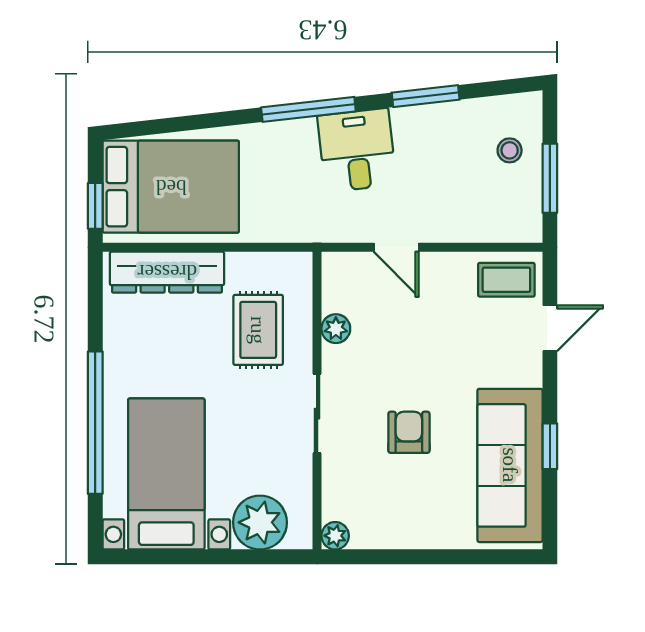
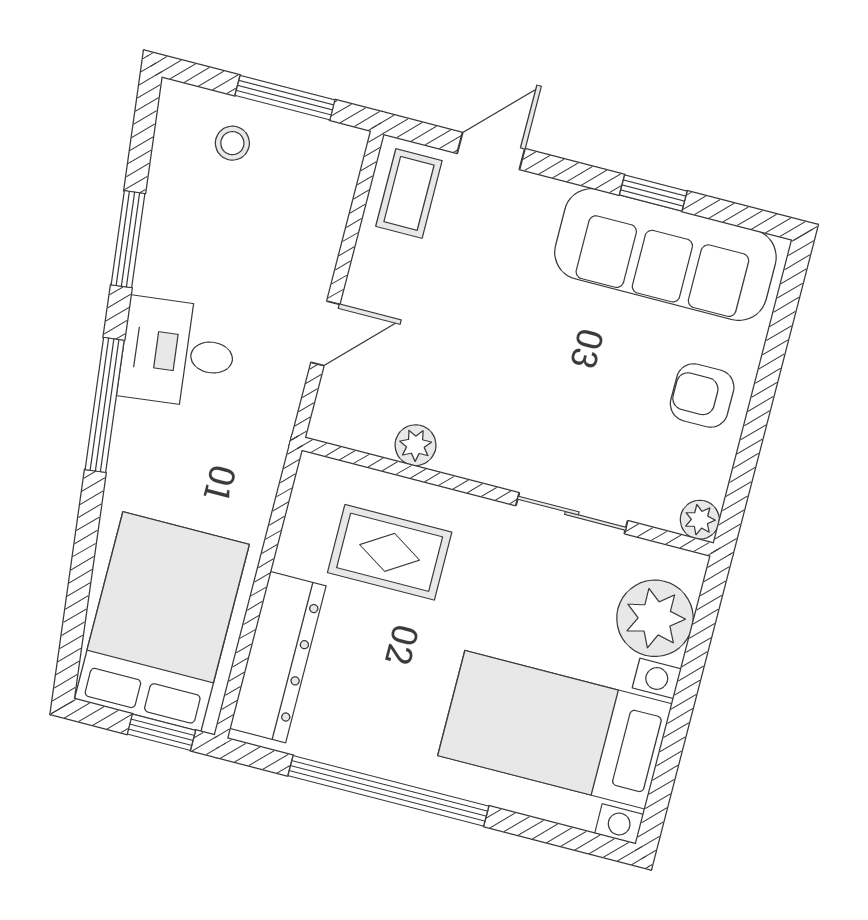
door: (550, 328) -> (491, 151), hinge flipped
sliding door: (317, 414) -> (572, 513), moved
window: (95, 423) -> (388, 791), moved
armchair: (409, 432) -> (702, 395), moved

